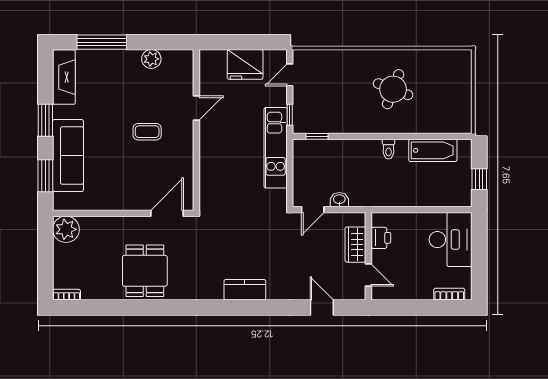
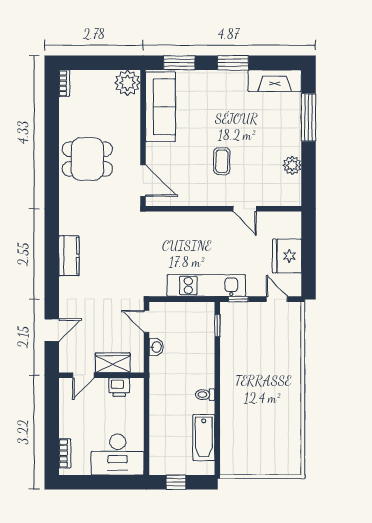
round table: (393, 89) -> (263, 399), removed
sofa: (68, 156) -> (160, 107), moved, turned -90

